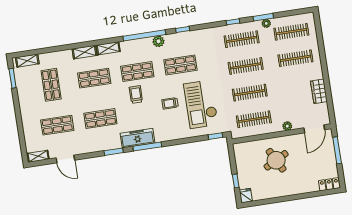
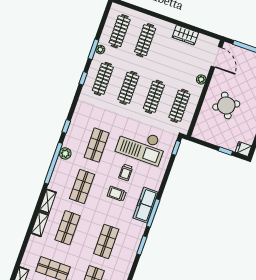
trolley: (136, 95) -> (117, 194), moved
freezer: (137, 138) -> (146, 205), moved

